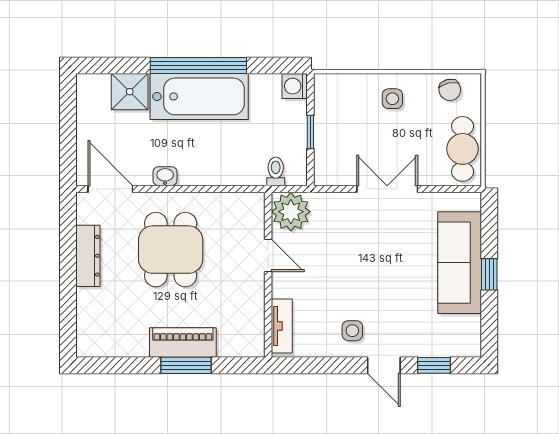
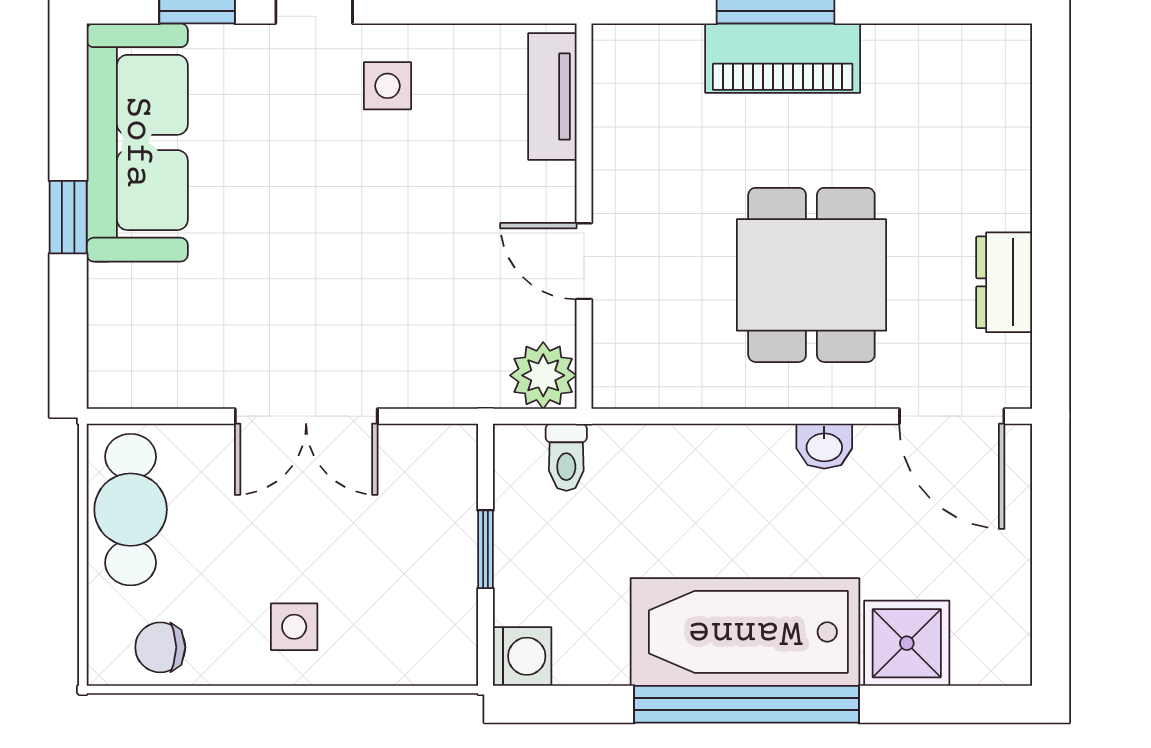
chair: (450, 90) -> (160, 647), turned -77
plant: (291, 212) -> (543, 375), width x0.73, depth x0.73
dresser: (88, 256) -> (1004, 282), width x0.70
sofa: (460, 263) -> (137, 142), moved

